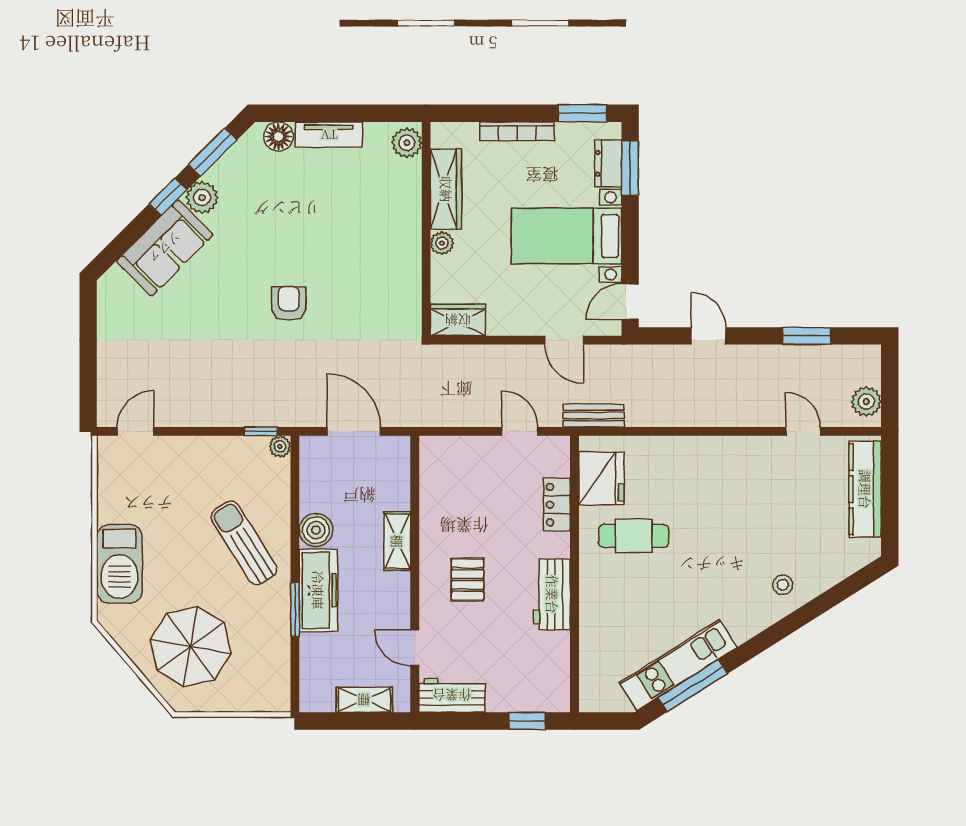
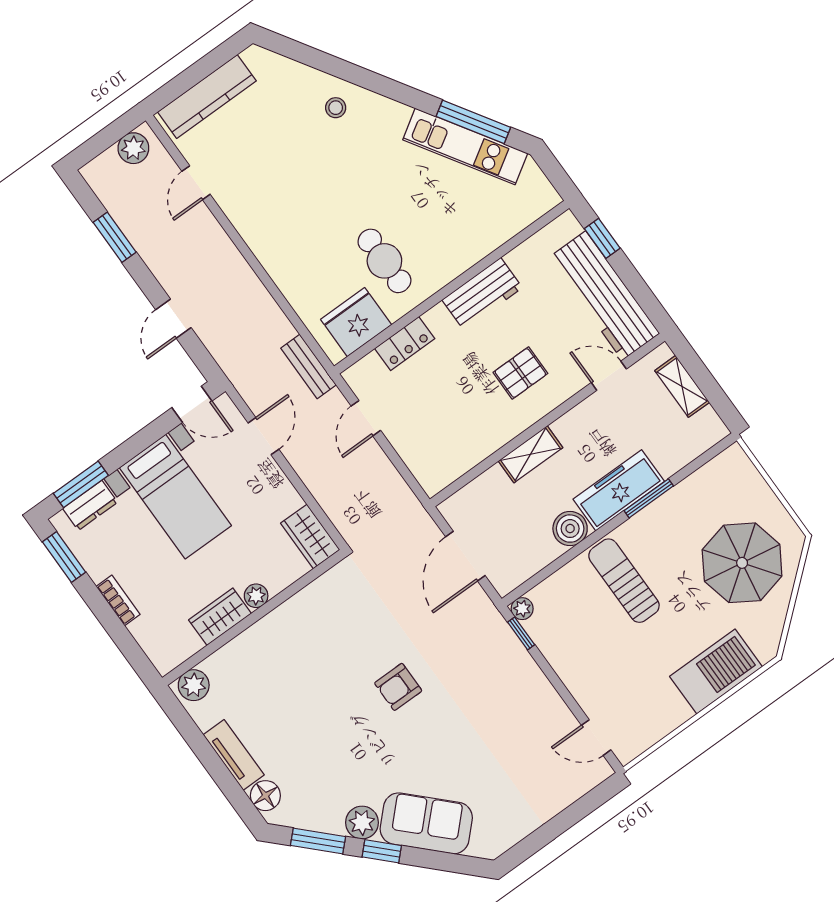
bookcase: (517, 131) -> (118, 600), width x0.64
wardrobe: (446, 189) -> (220, 617), width x0.67
sun lounger: (244, 543) -> (624, 581), turned 122
door: (415, 648) -> (609, 376), swing flipped
workbench: (452, 695) -> (604, 296), width x1.88, depth x1.32

